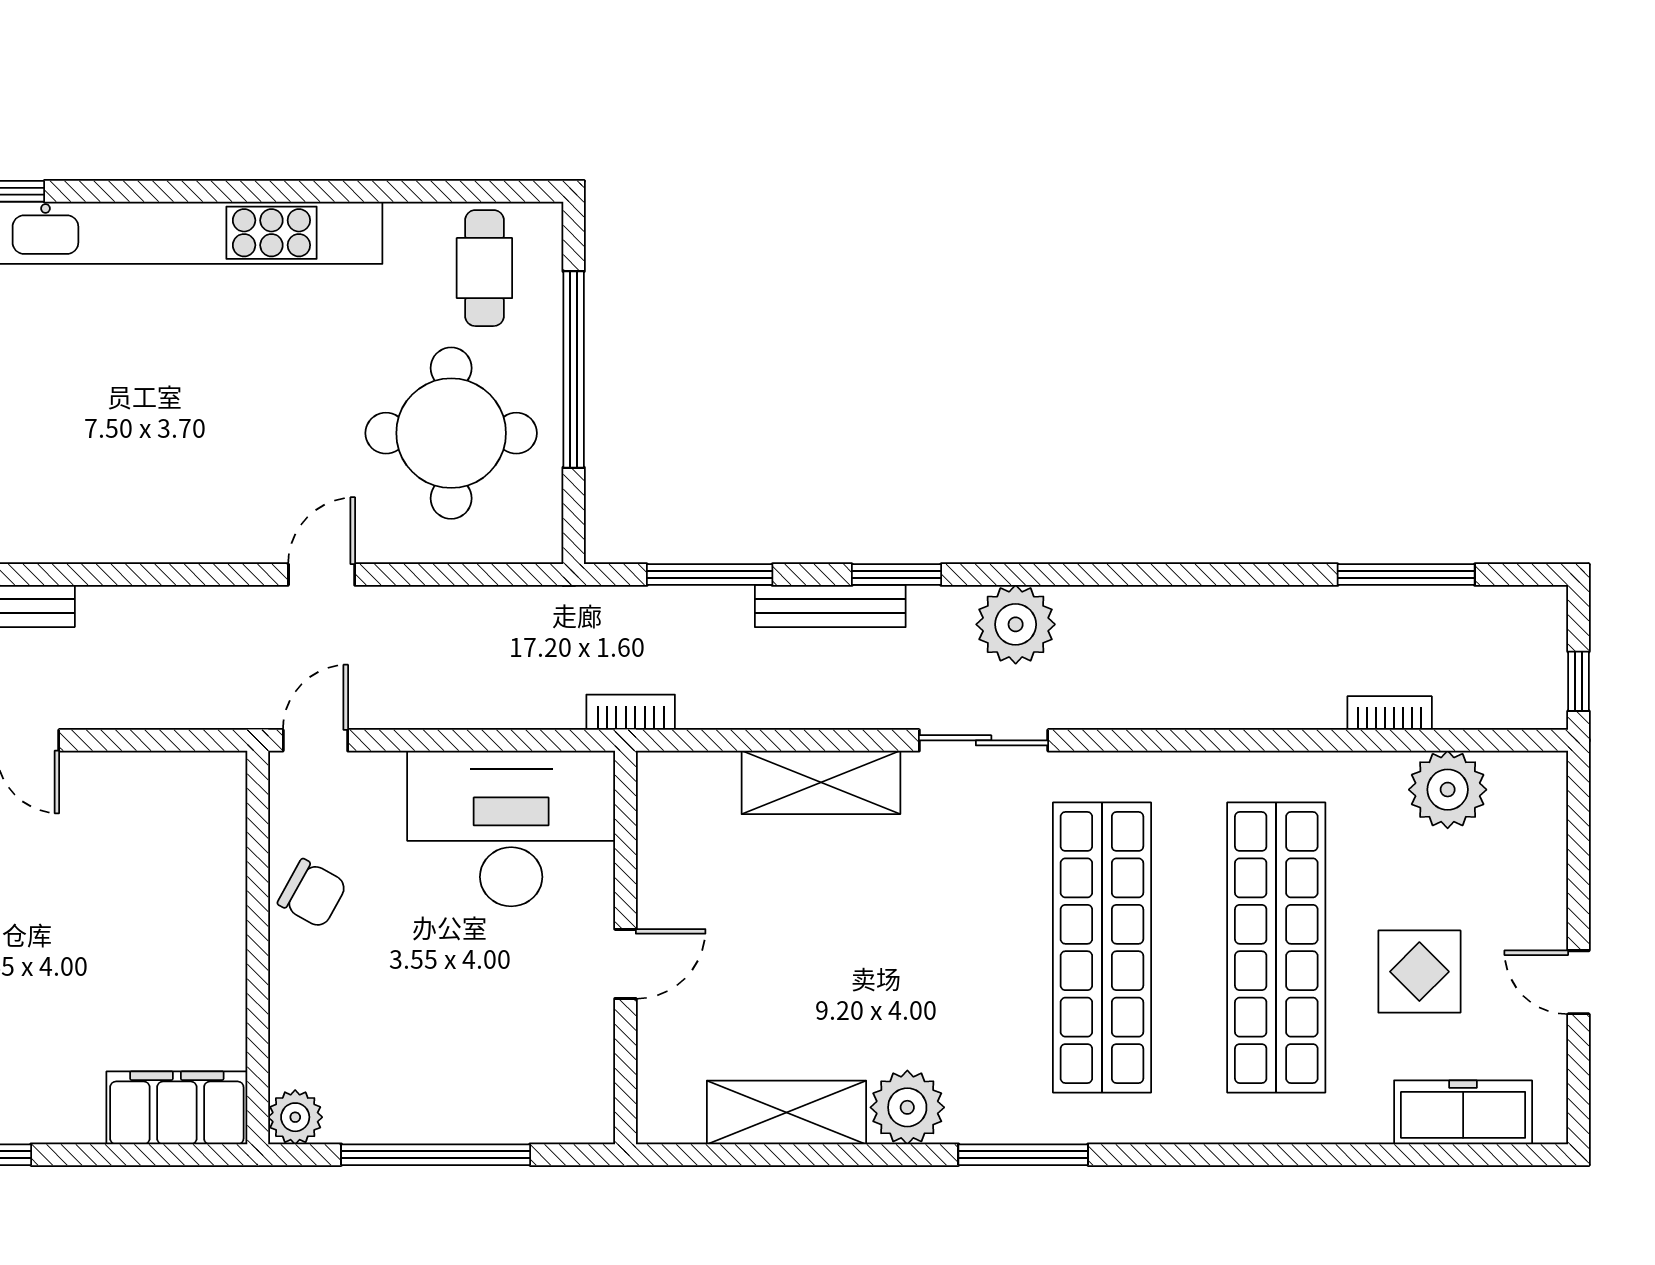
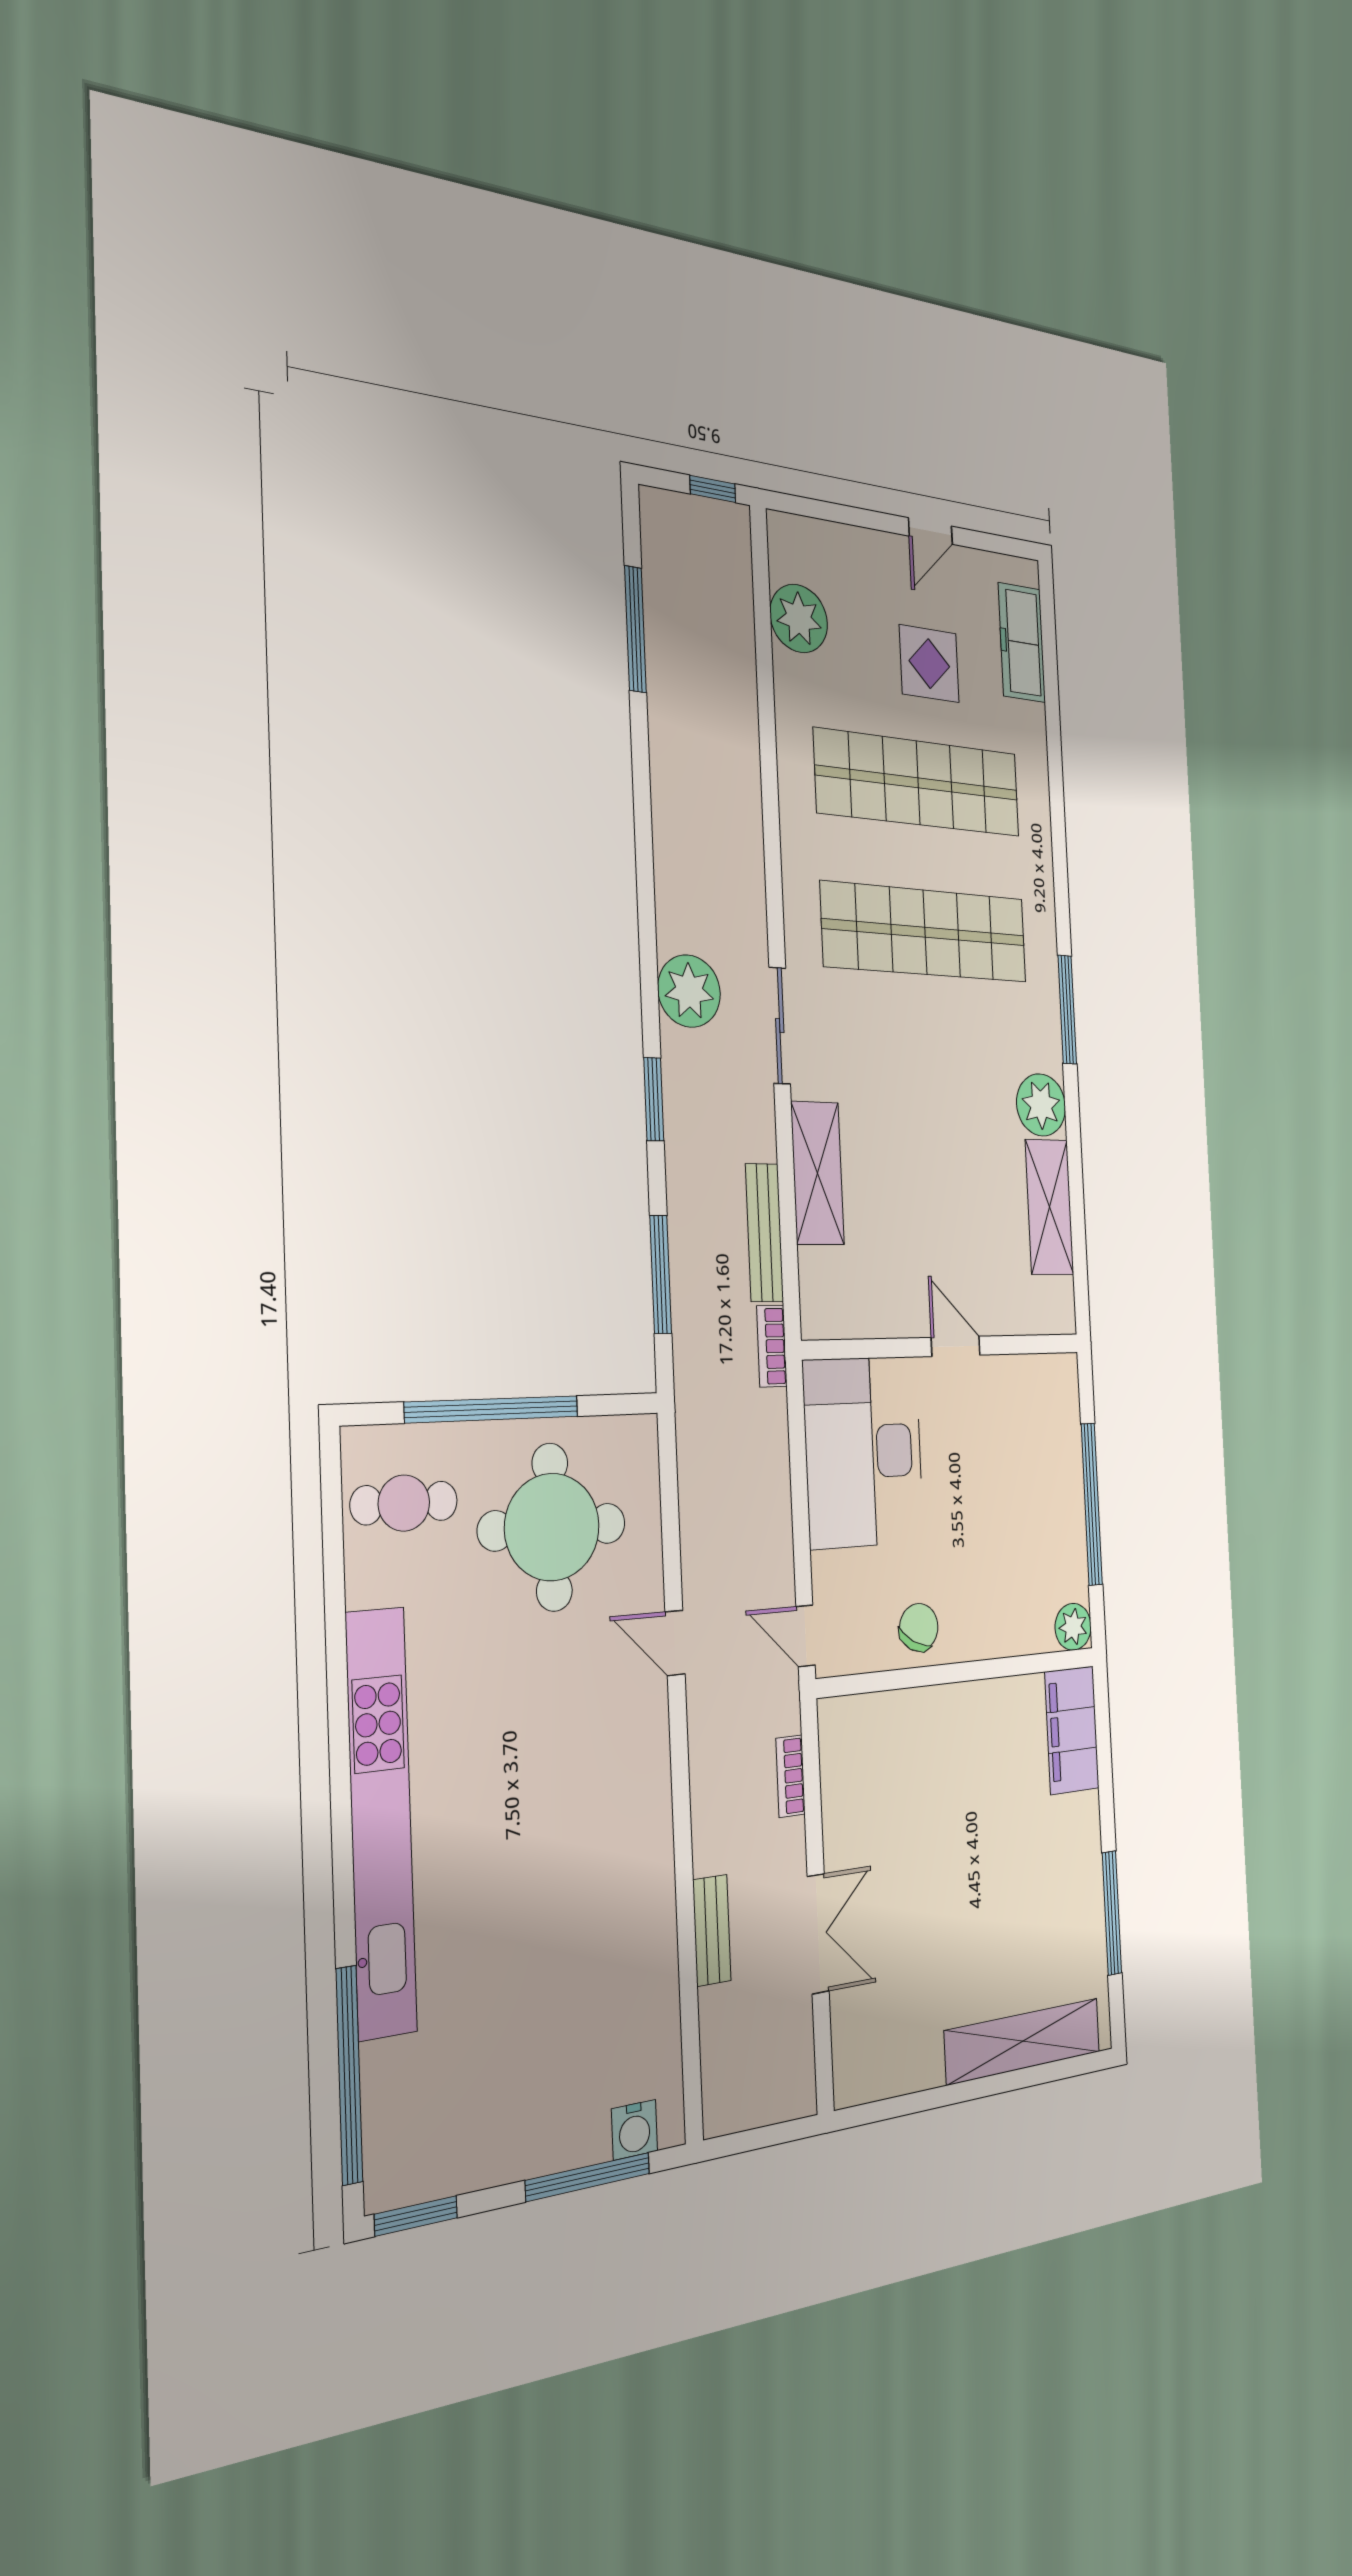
bench: (830, 606) -> (765, 1233), moved
bookcase: (1390, 713) -> (790, 1776), moved

